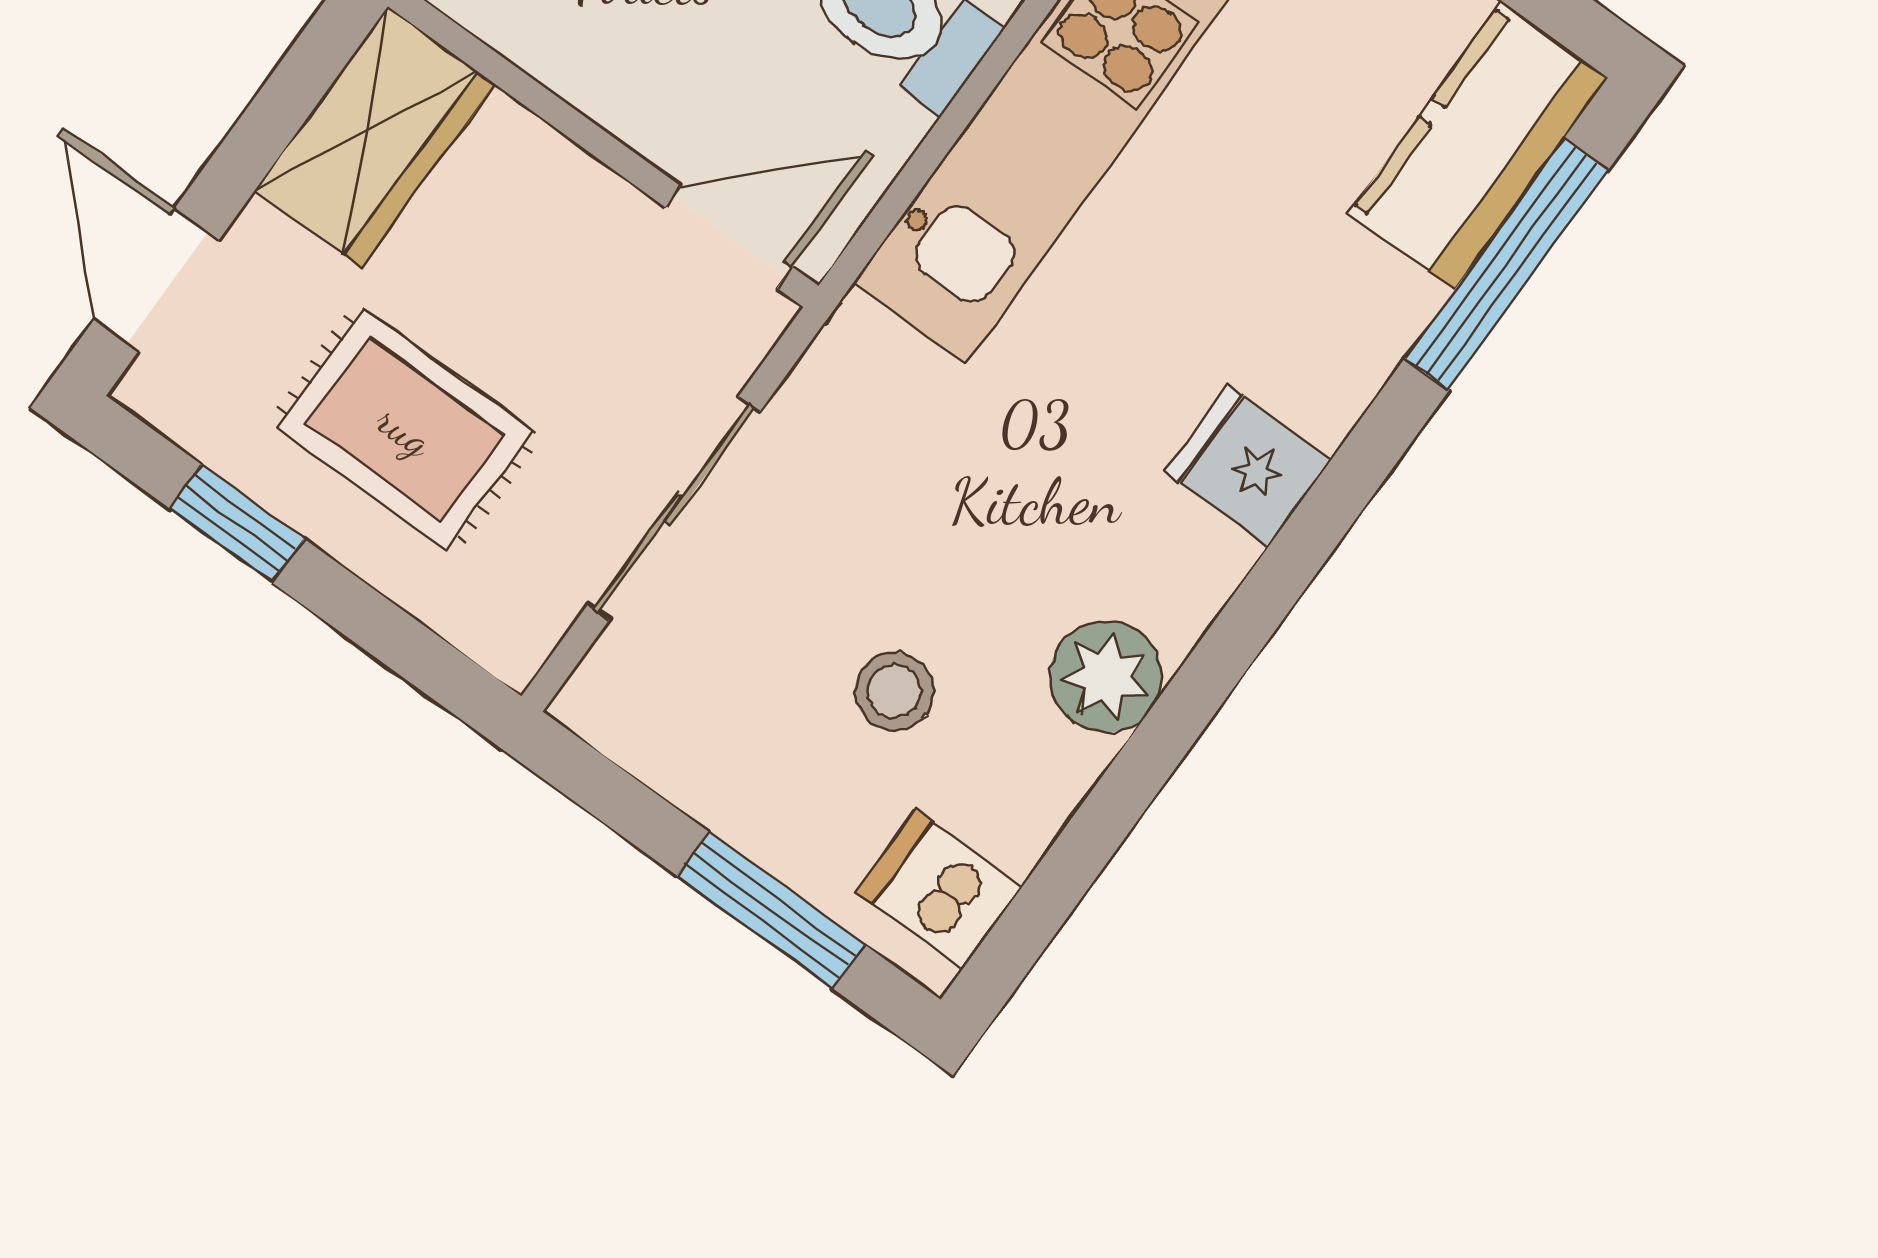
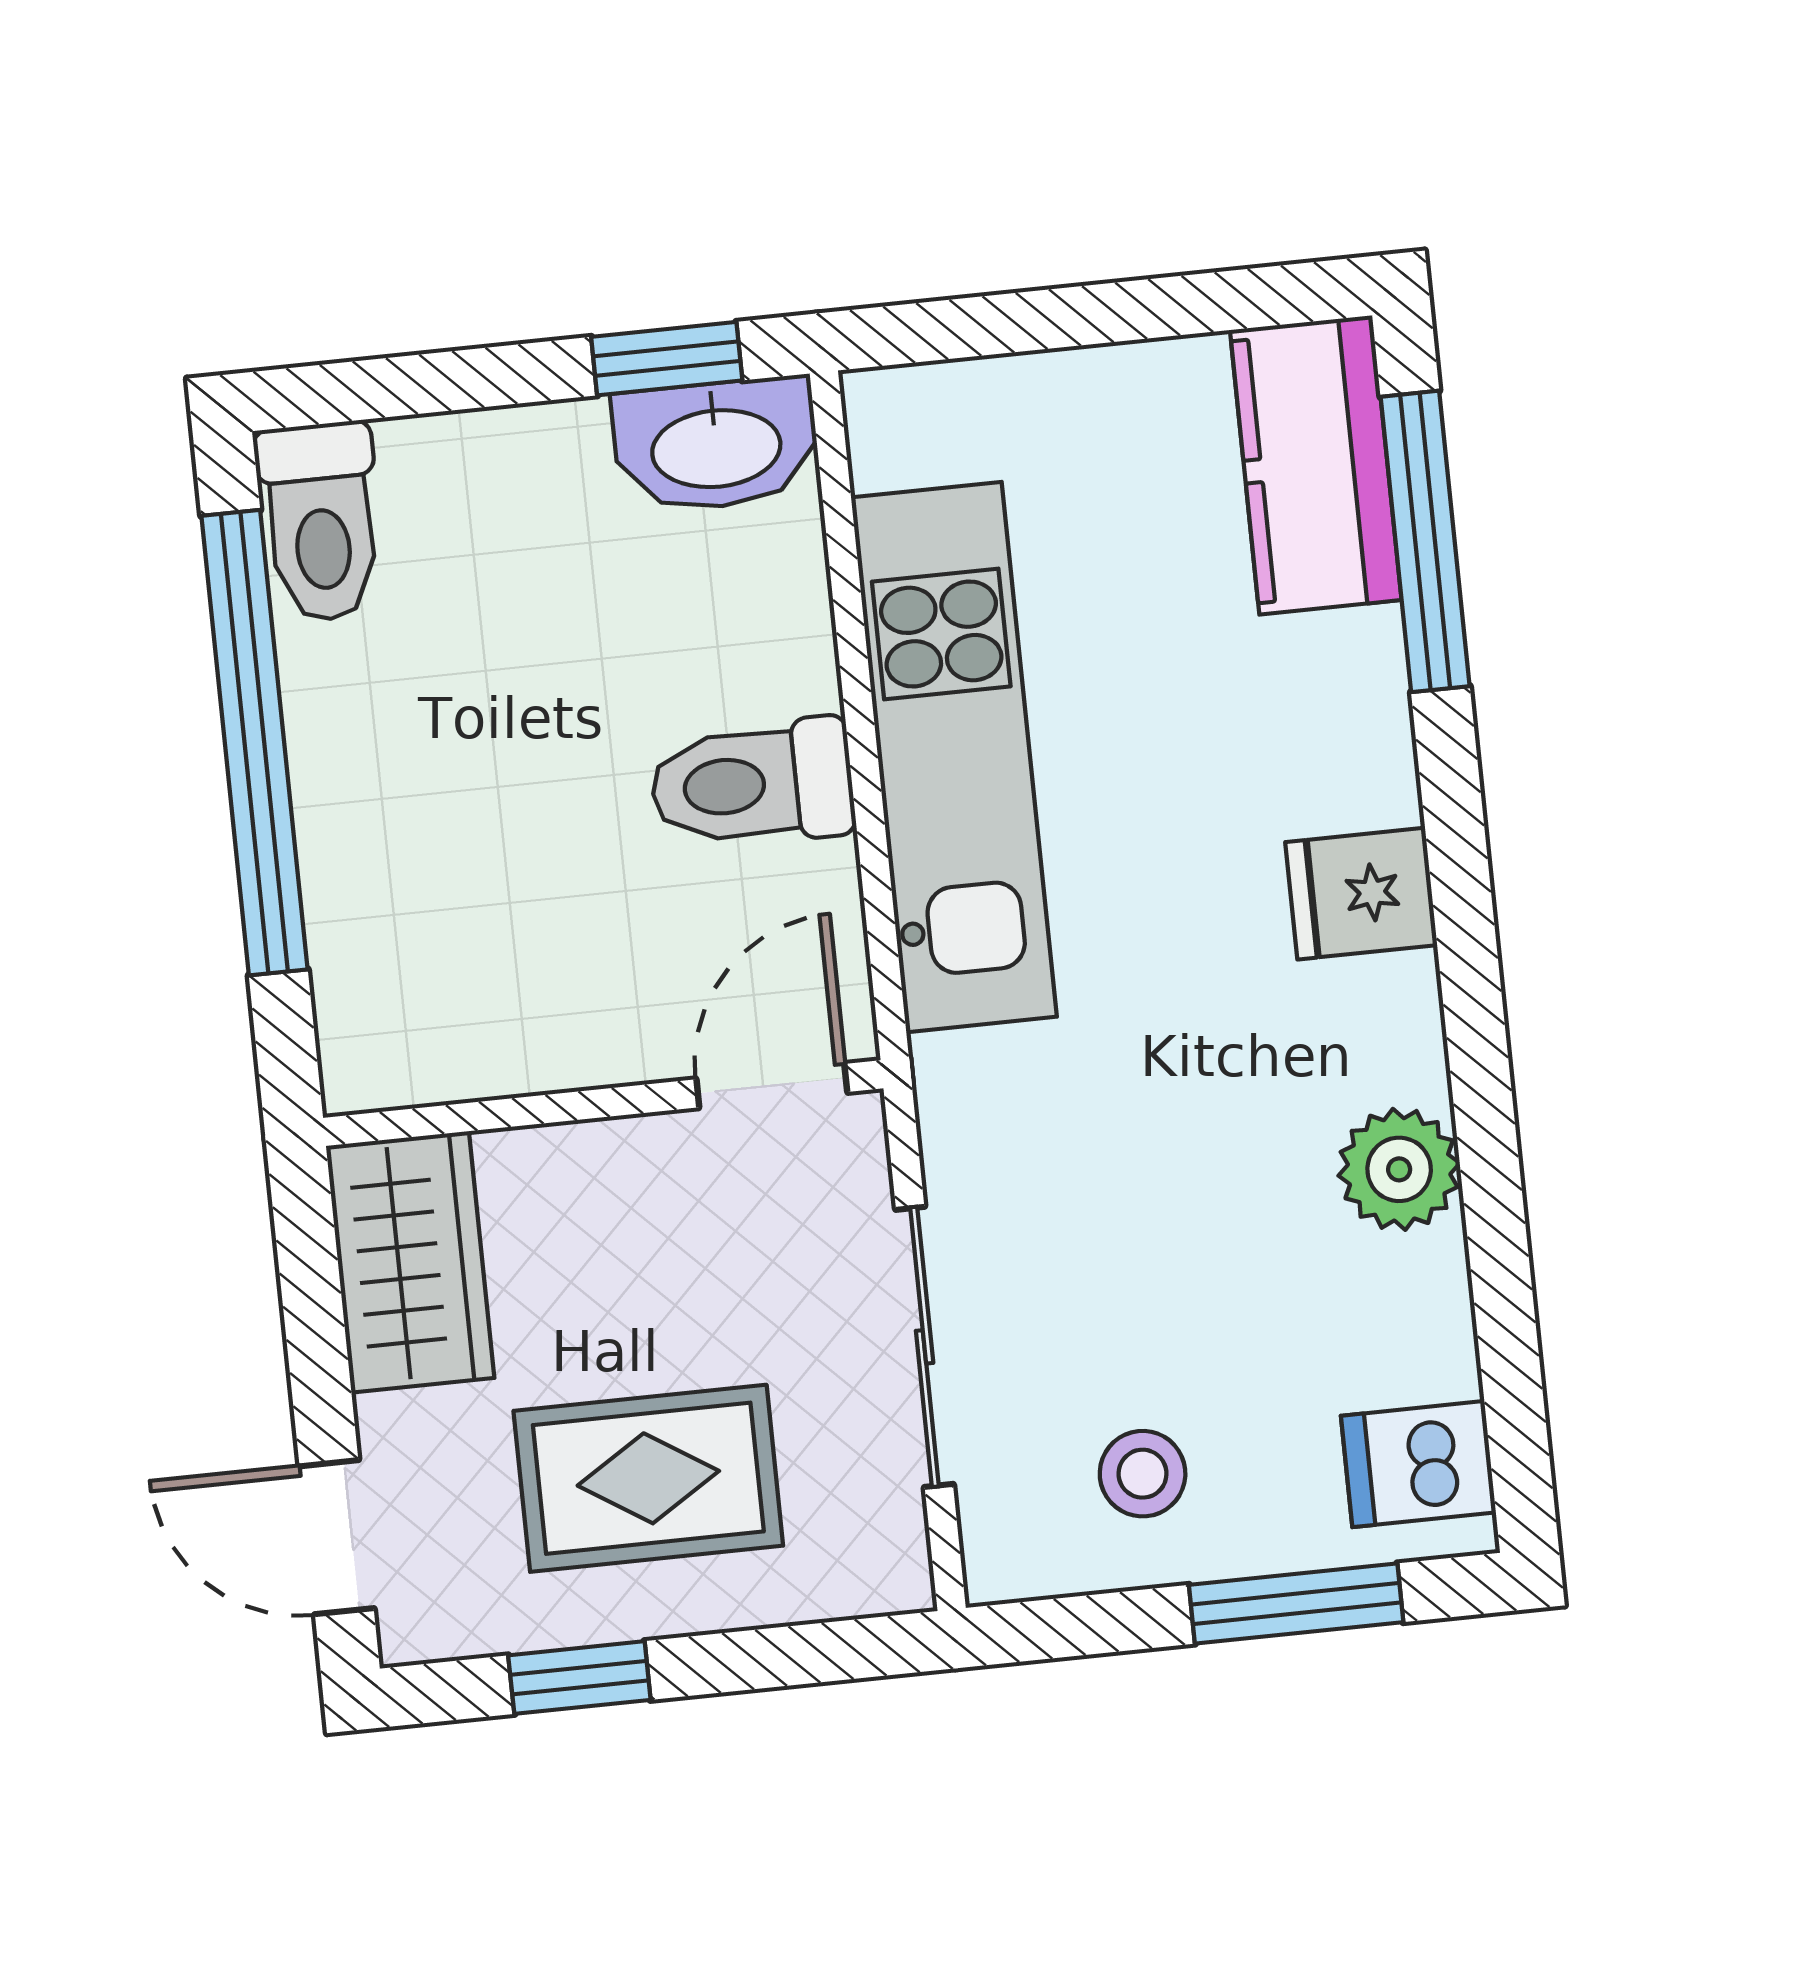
stool: (894, 691) -> (1143, 1474), moved

